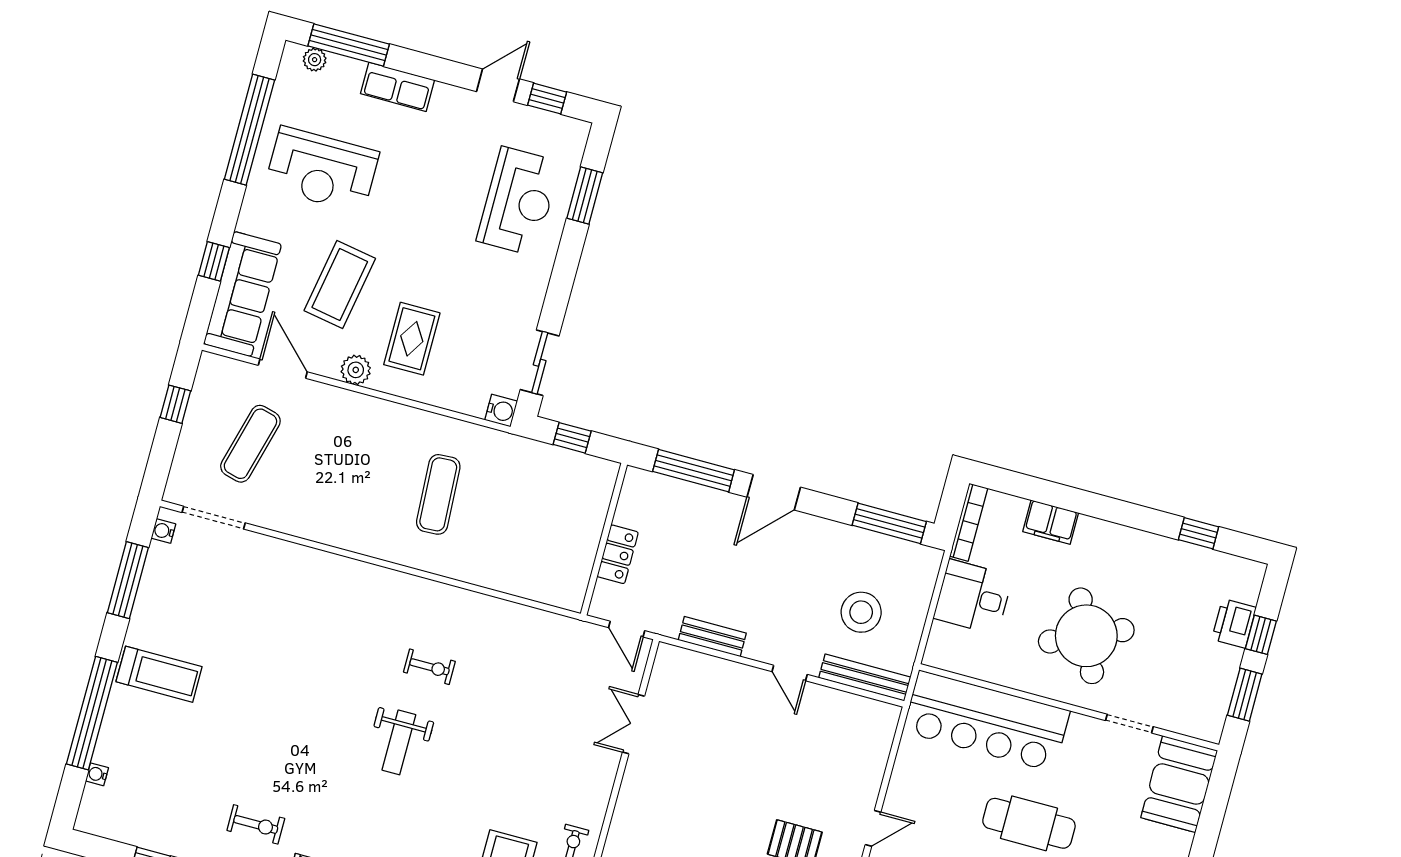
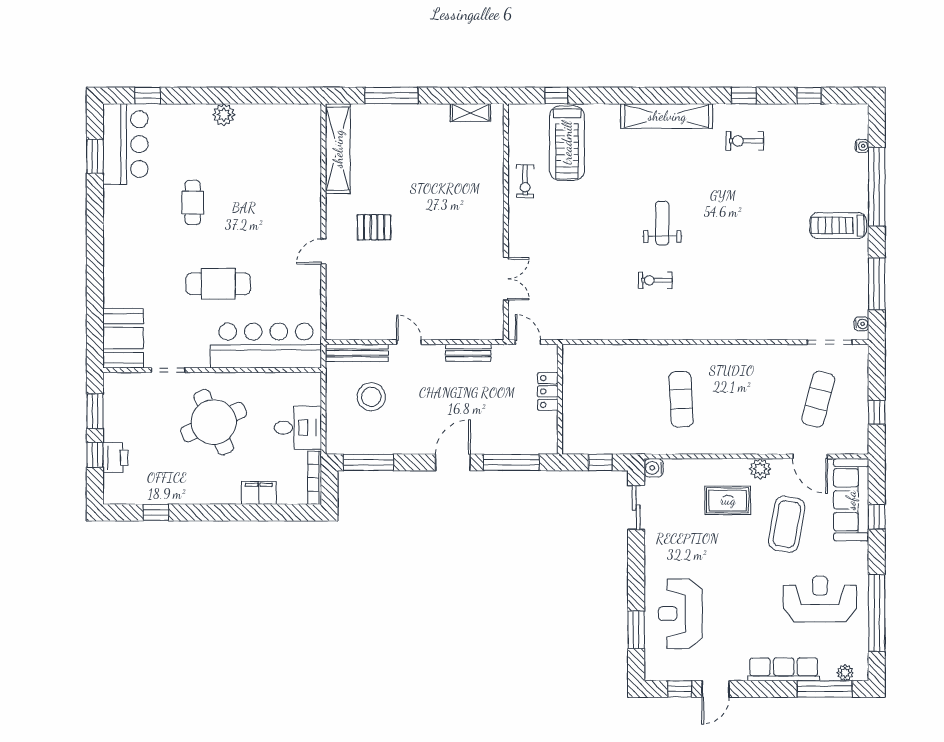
row of seats: (397, 87) -> (784, 669), width x1.48
rug: (412, 339) -> (728, 500), turned 90

